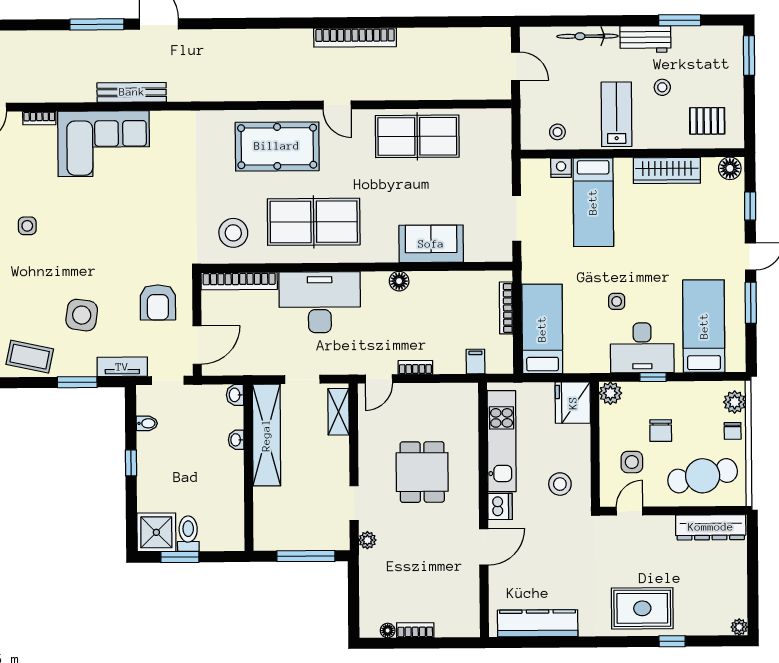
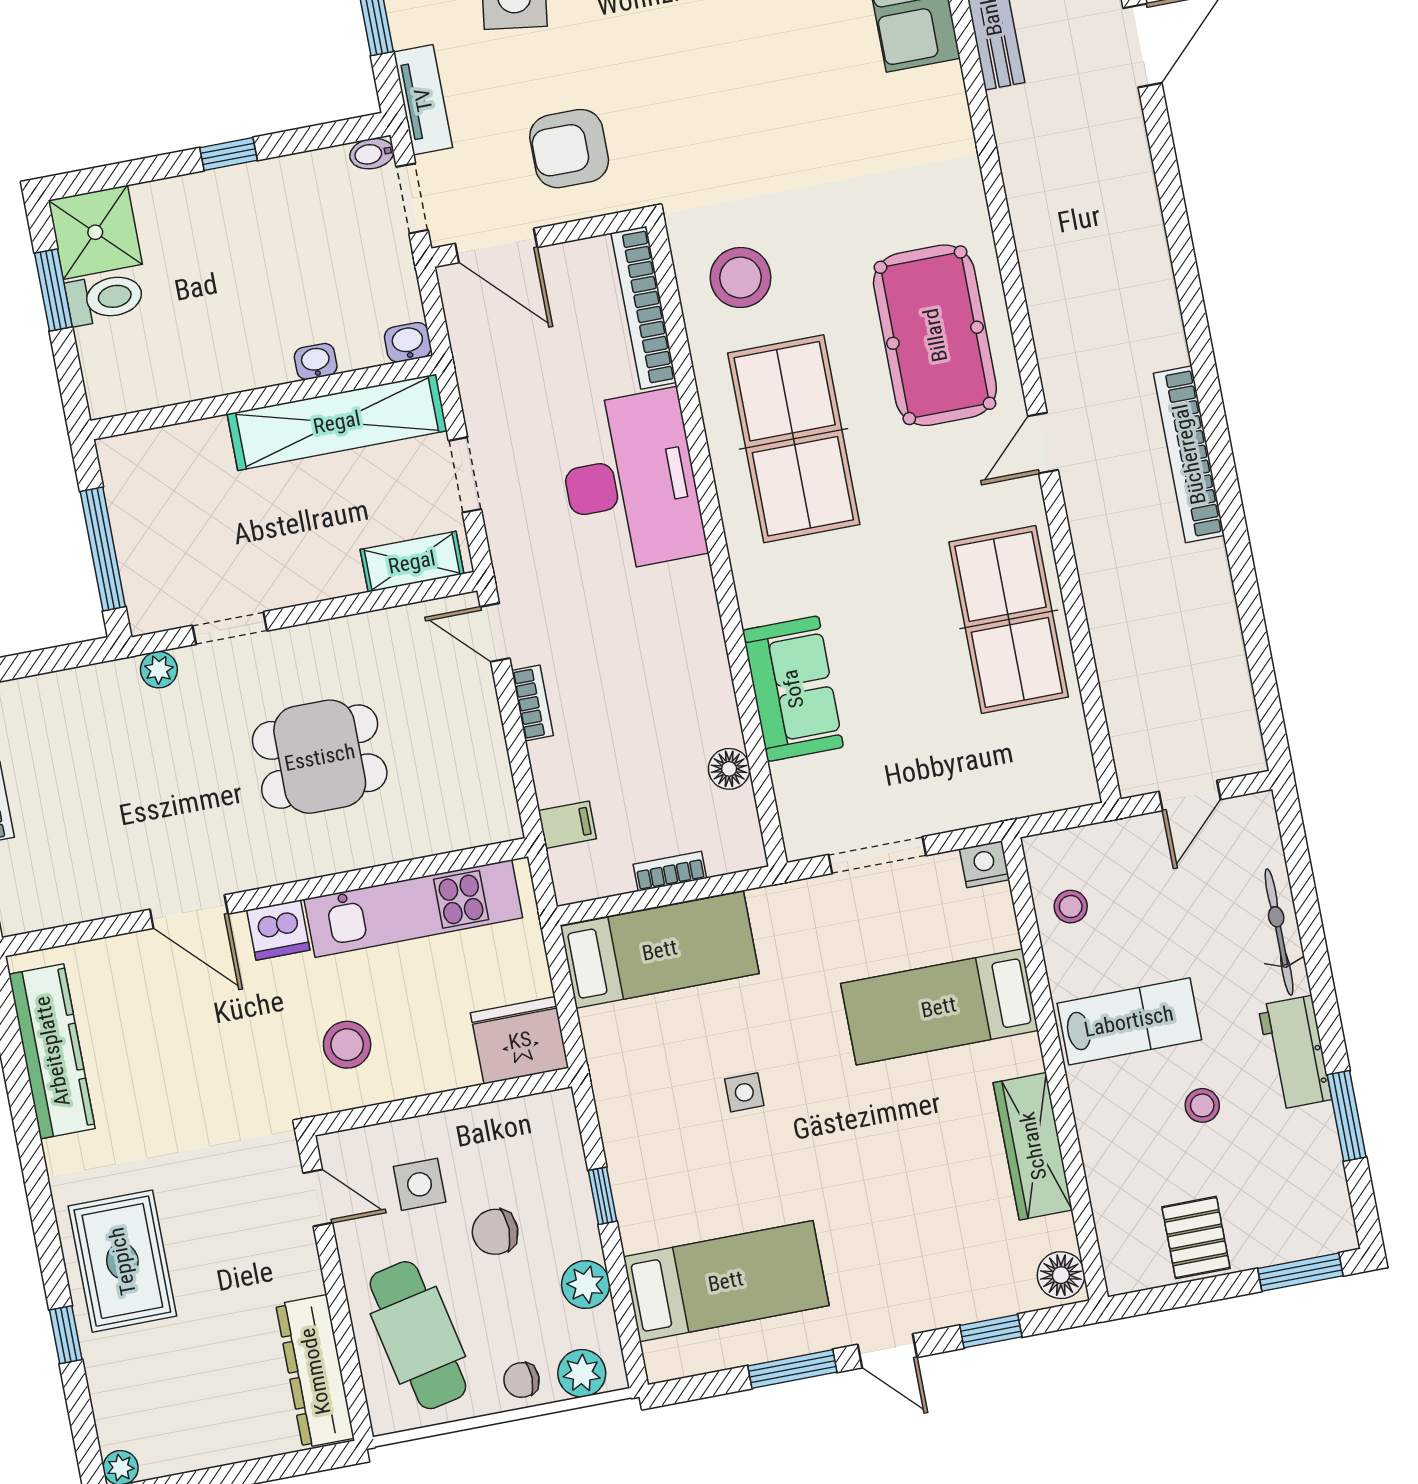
pallet: (707, 121) -> (1196, 1238), moved
nightstand: (561, 168) -> (984, 864), moved, turned -90
floor lamp: (399, 281) -> (729, 769), moved
bookcase: (506, 308) -> (670, 871), width x0.64
desk: (642, 348) -> (658, 1162), removed
plant: (610, 393) -> (586, 1285), moved
bidet: (147, 423) -> (372, 154), moved, turned 90

